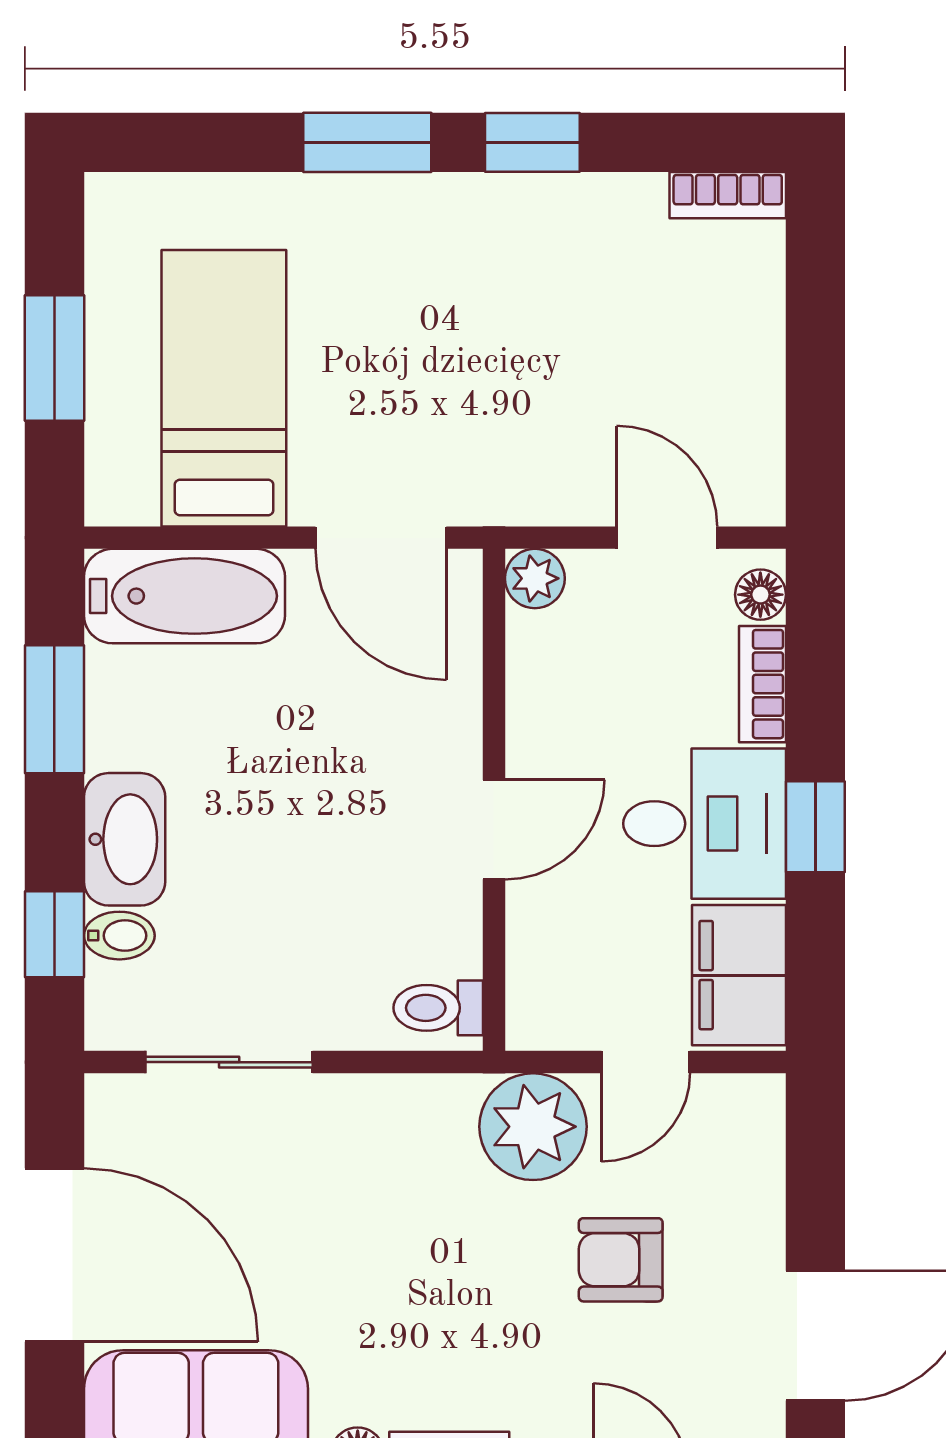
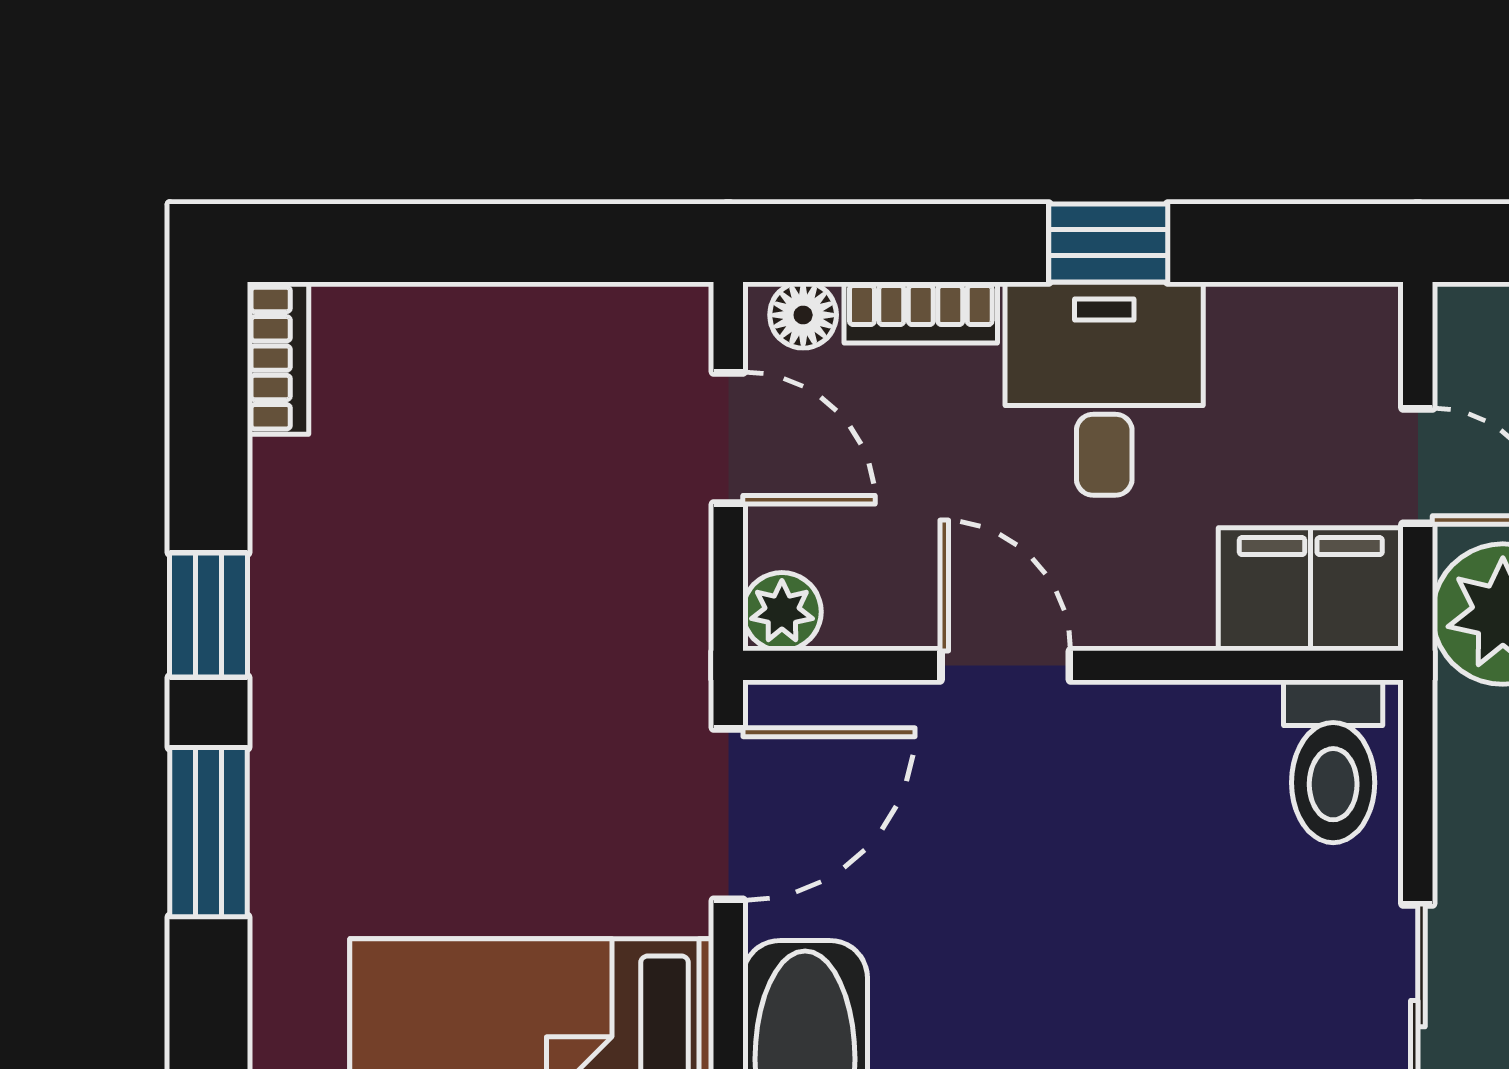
door: (667, 538) -> (728, 438), swing flipped
door: (494, 830) -> (1005, 665), moved
filing cabinet: (739, 975) -> (1311, 589), moved, turned 180
toilet: (438, 1008) -> (1333, 761), width x1.37, depth x1.39

